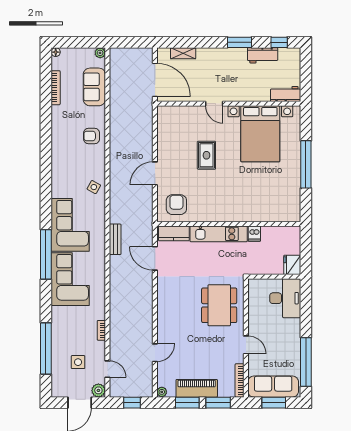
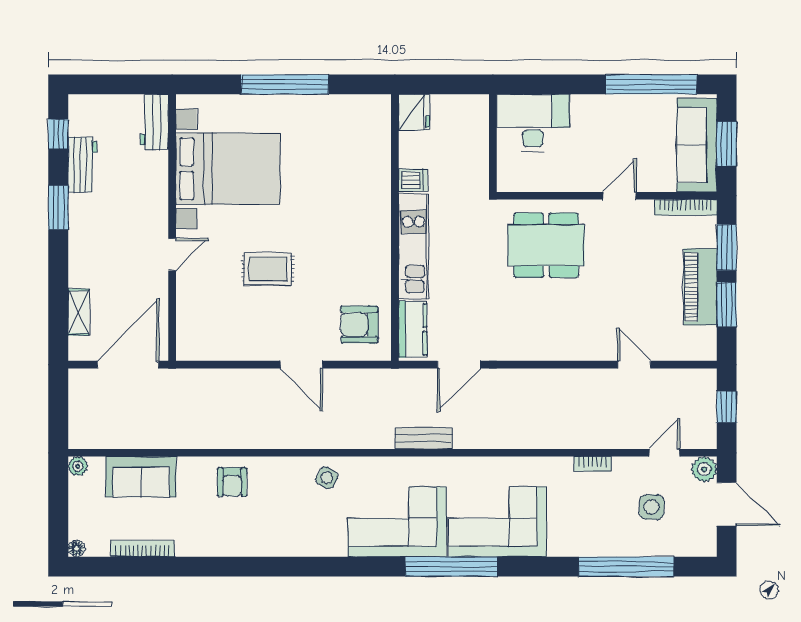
fridge: (292, 265) -> (414, 112), moved, turned -90
plant: (162, 392) -> (707, 352), removed

